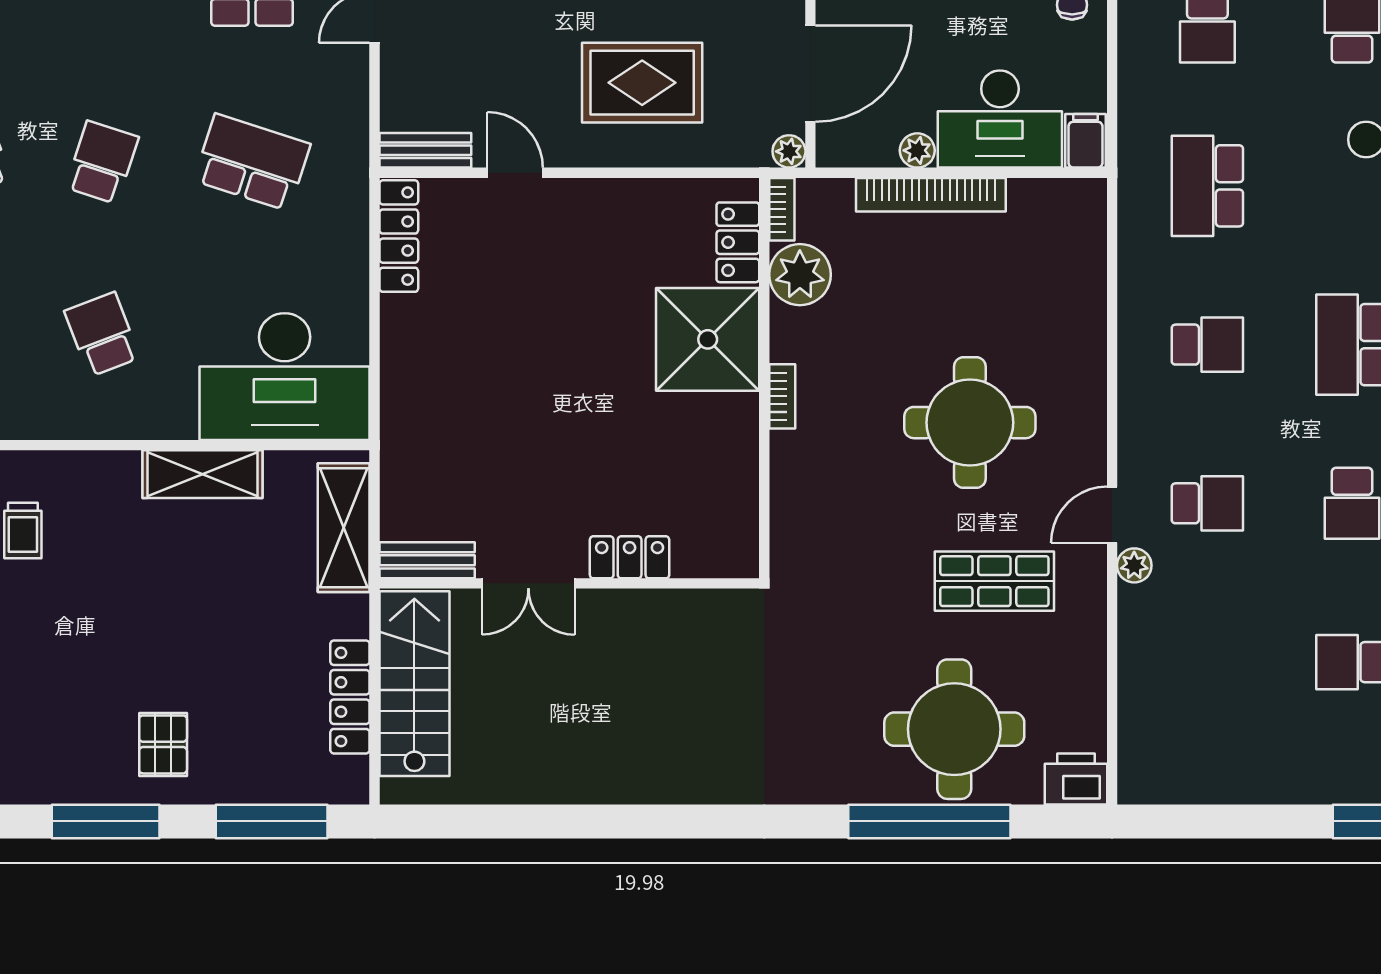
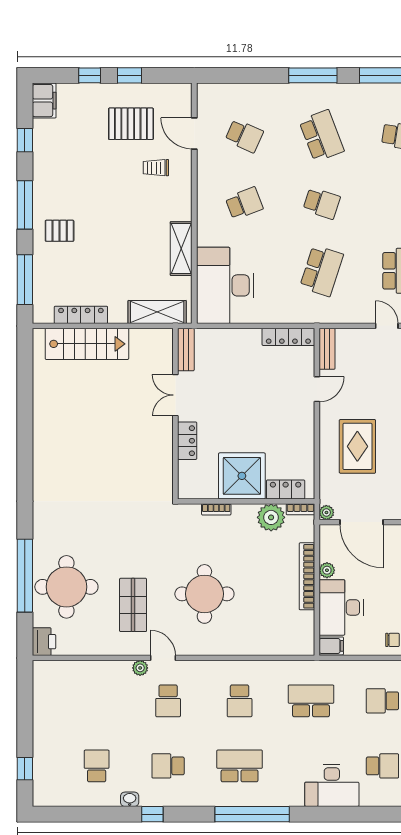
locker: (630, 557) -> (187, 441), moved
bench: (427, 560) -> (186, 350), moved
double door: (528, 583) -> (175, 395), moved
wall: (569, 583) -> (175, 414), moved

